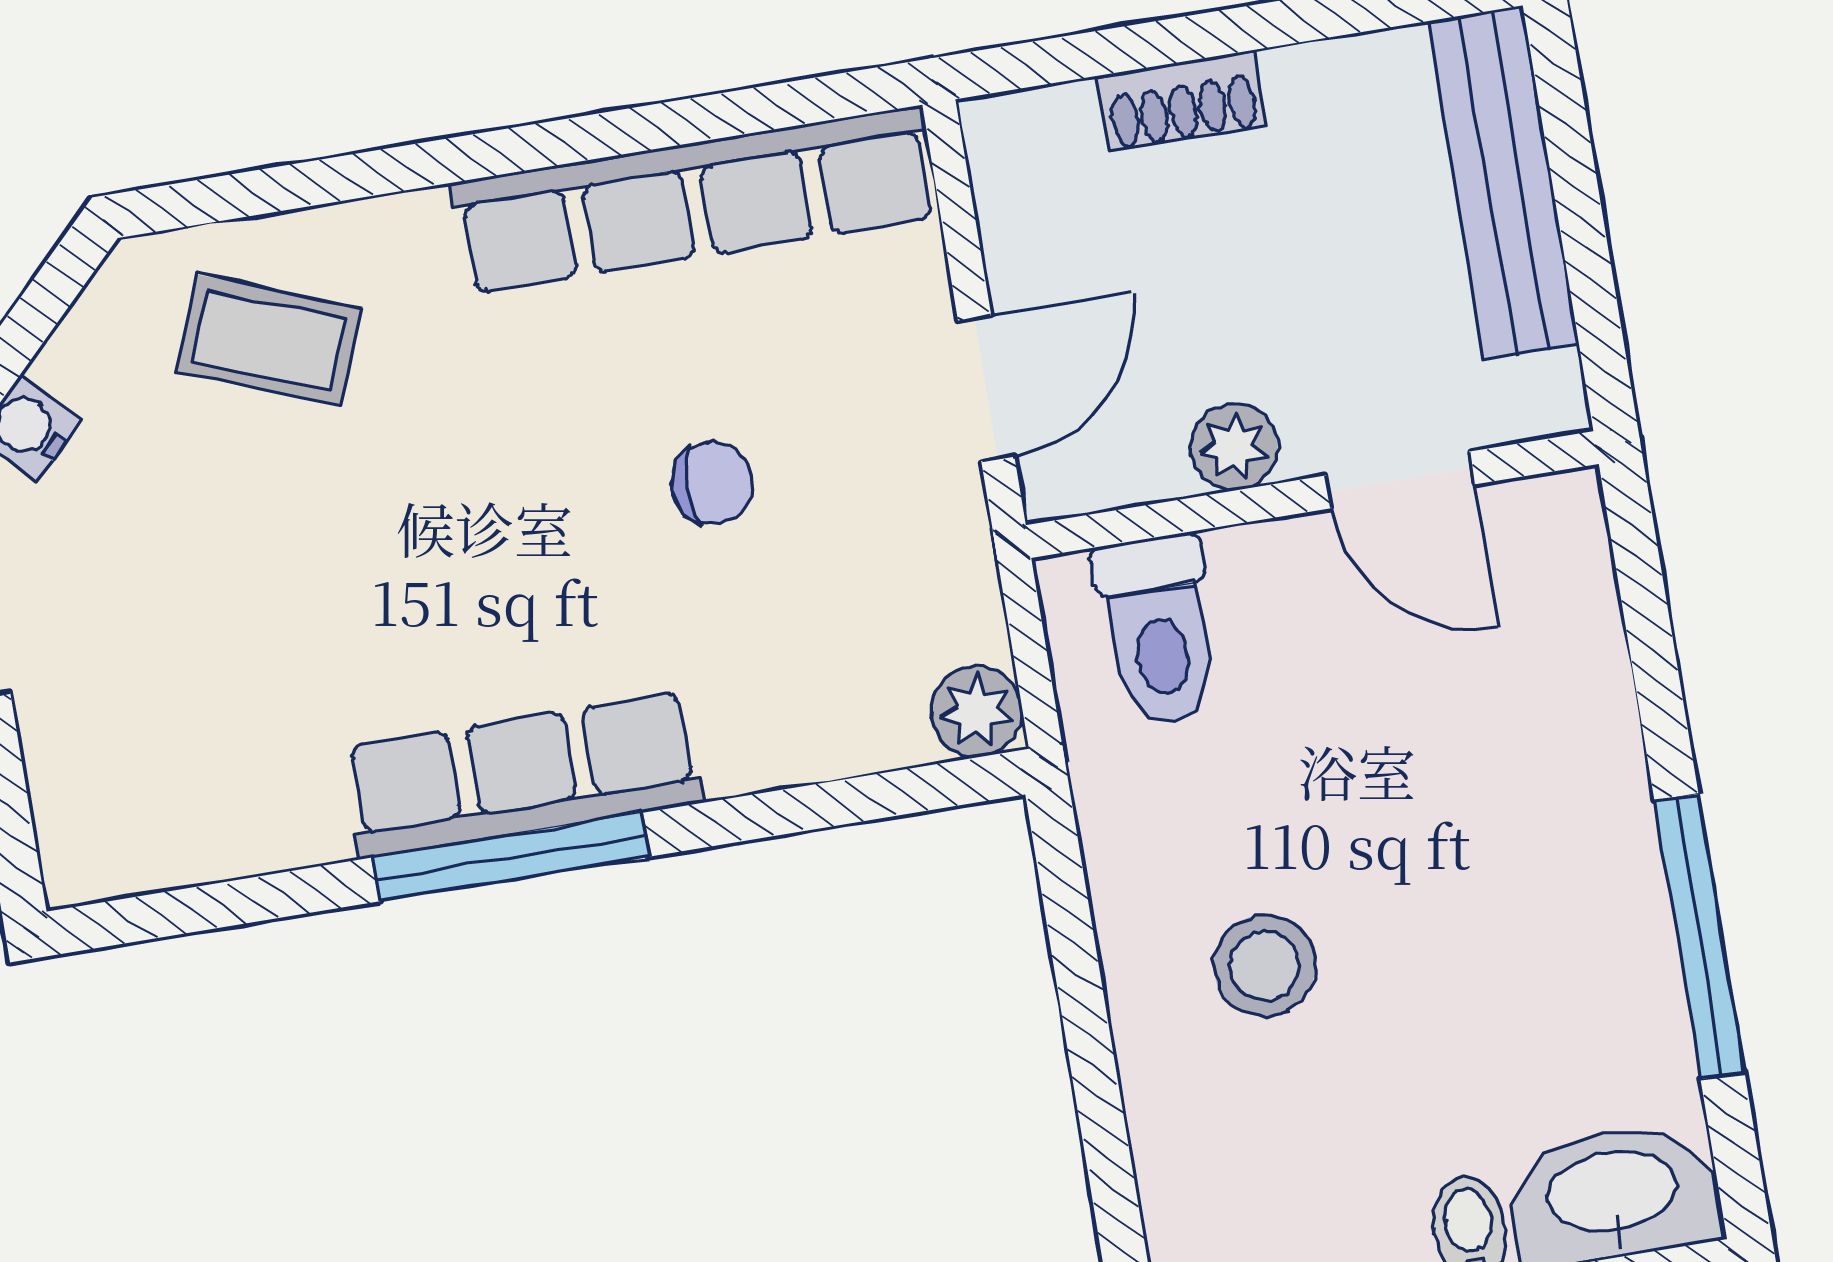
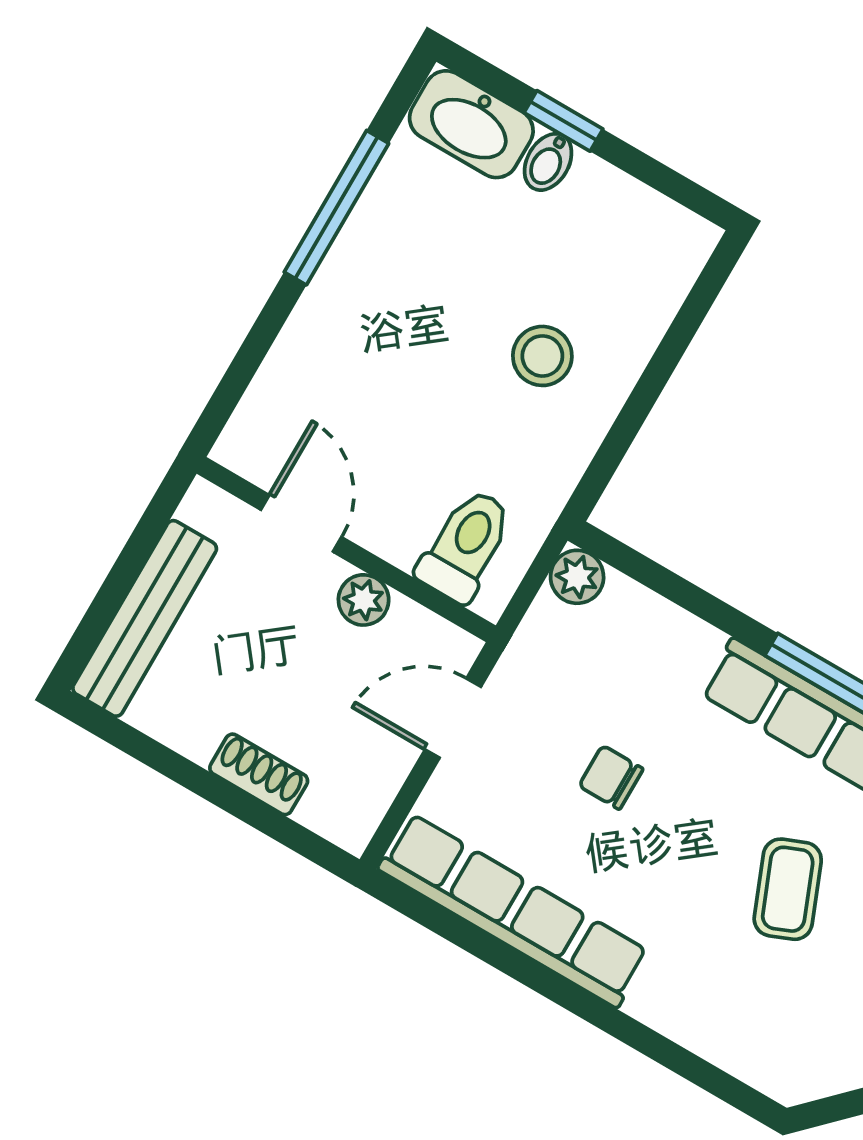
coffee table: (269, 340) -> (788, 889), moved, turned 47

